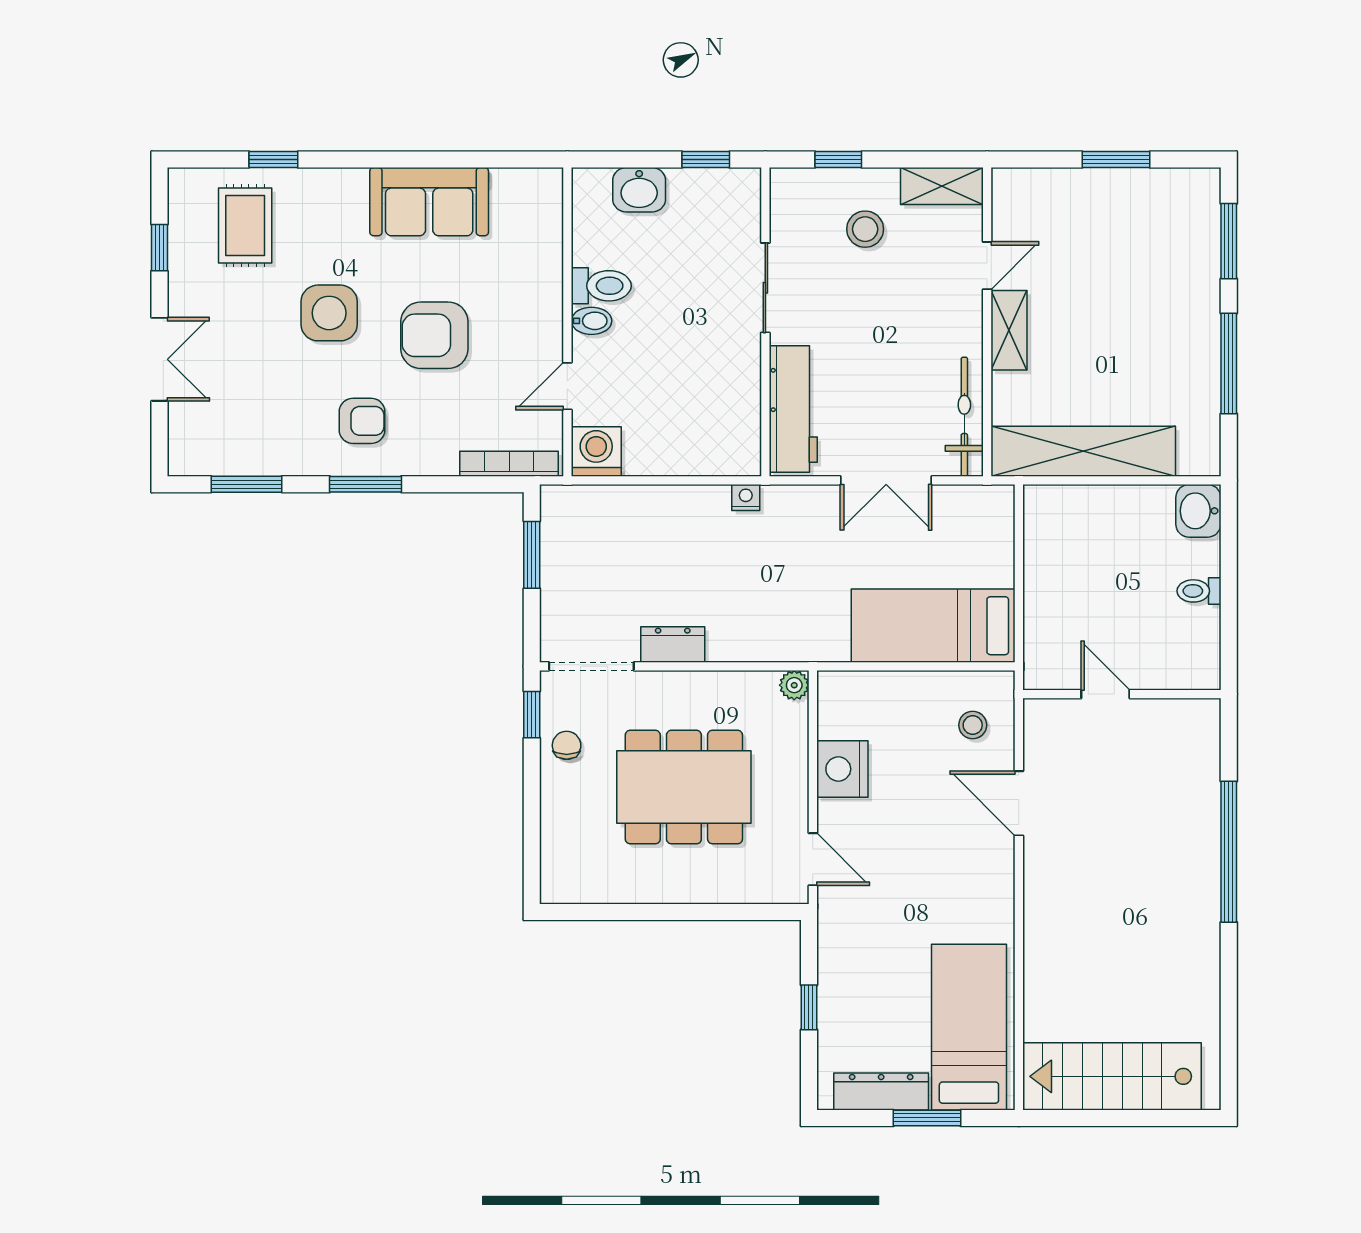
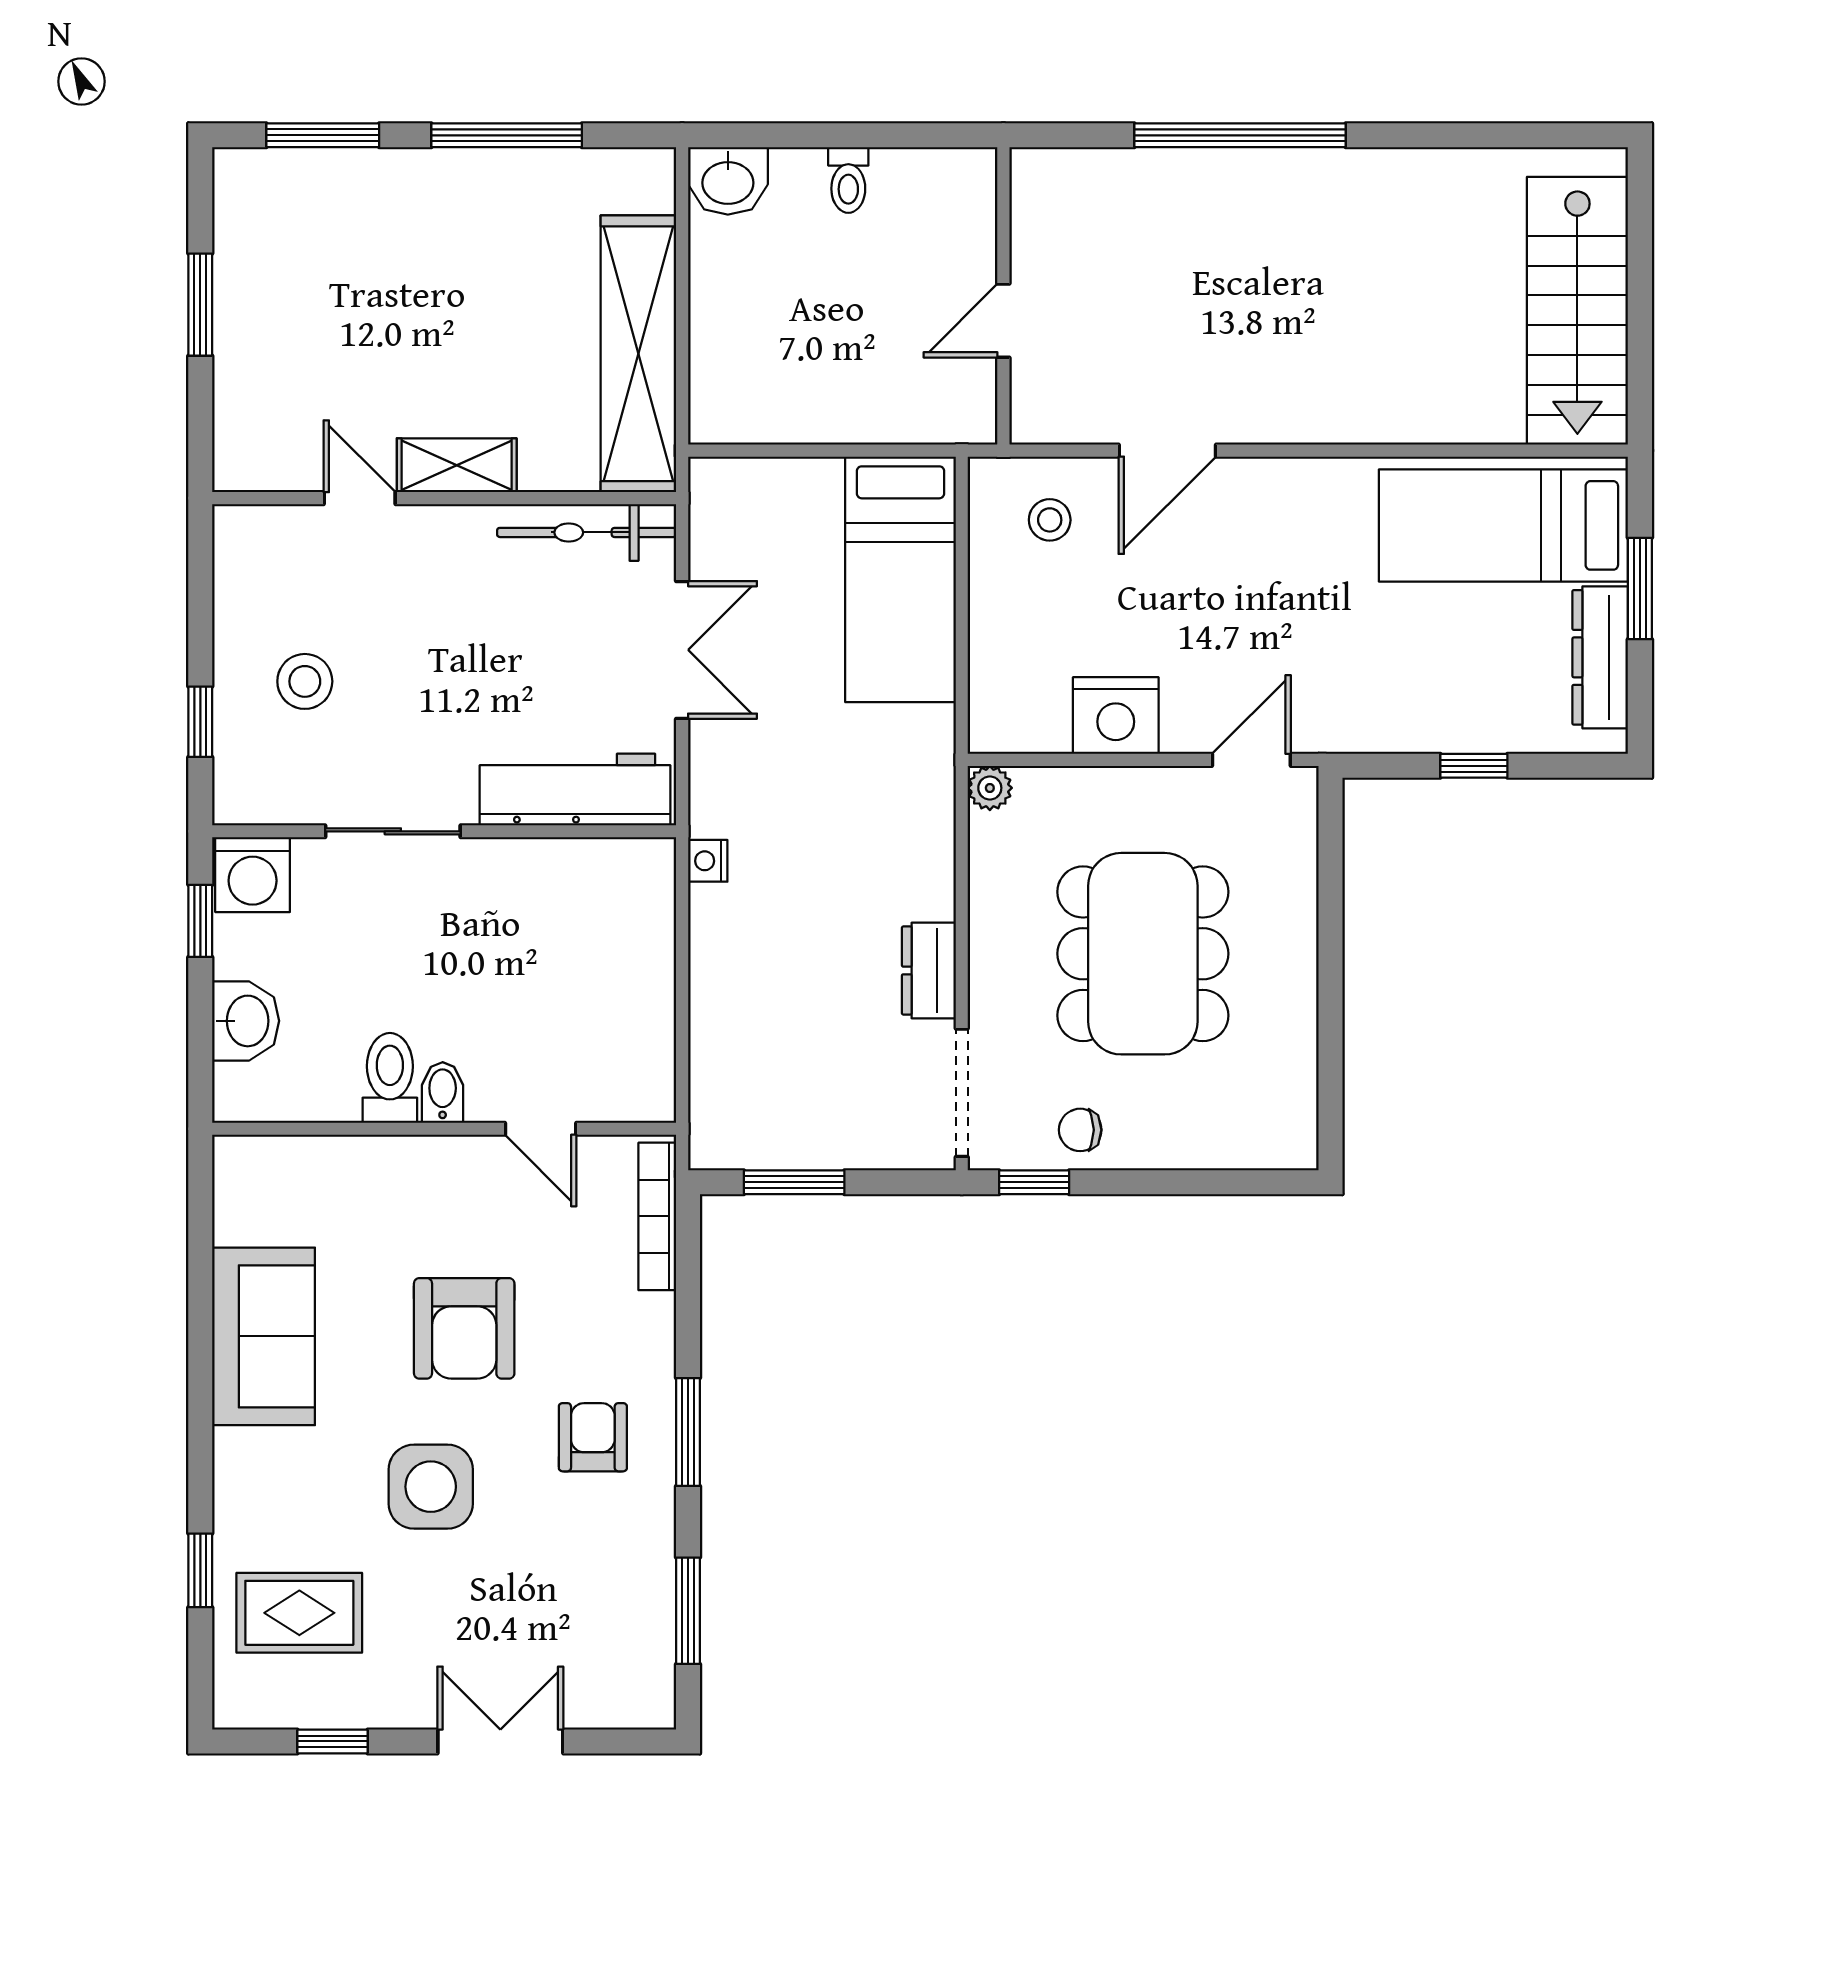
shelving: (942, 186) -> (240, 566), removed
washing machine: (596, 451) -> (253, 875), moved, turned -90

